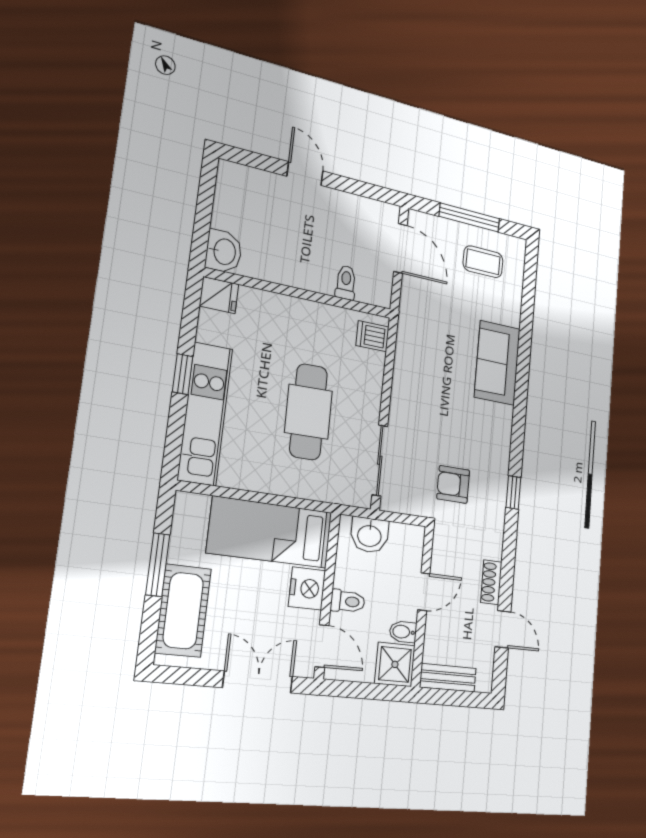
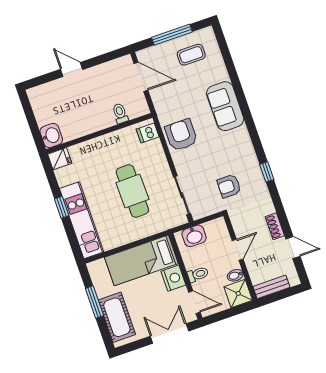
armchair: (419, 368) -> (181, 135), added

